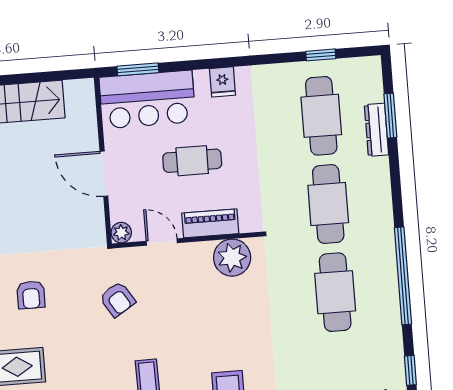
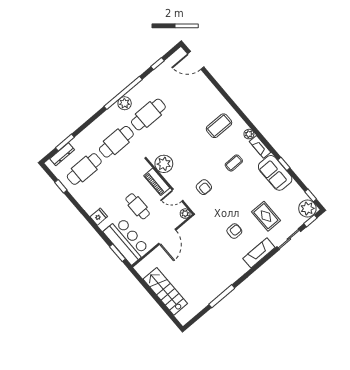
dresser: (376, 130) -> (62, 154), moved
door: (162, 242) -> (177, 195), hinge flipped
plant: (383, 265) -> (125, 103), added
armchair: (117, 299) -> (204, 187), moved, turned 122

